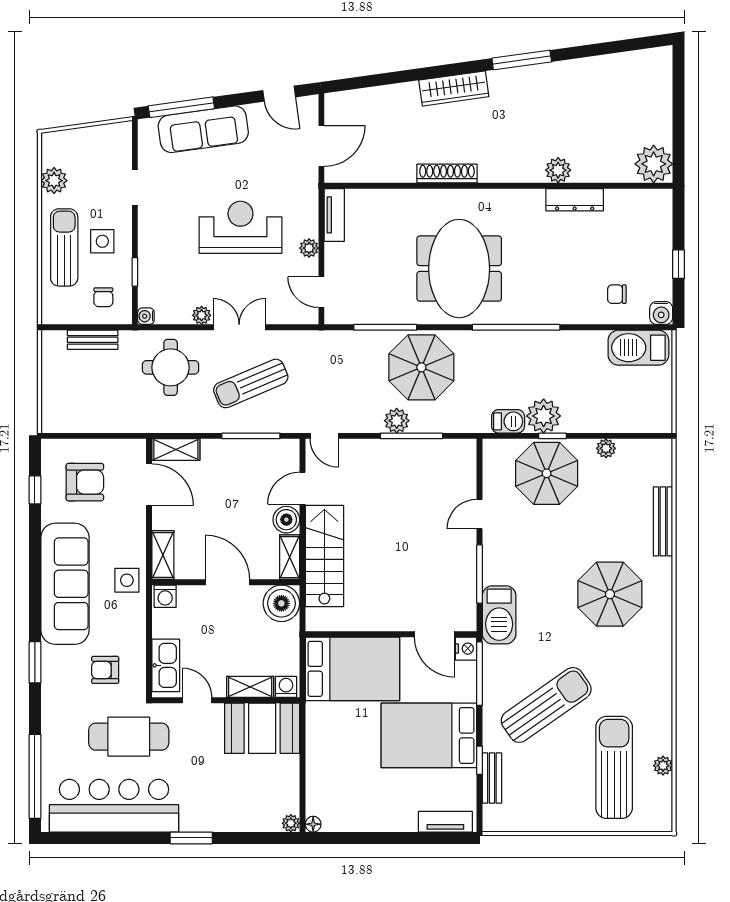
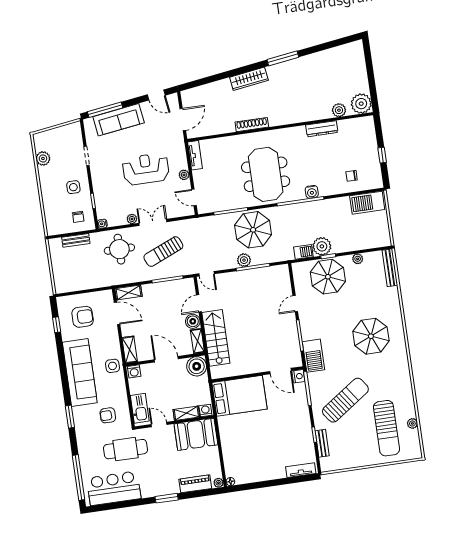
plant: (558, 170) -> (339, 110), moved
sun lounger: (64, 247) -> (54, 193), removed
water cooler: (661, 313) -> (312, 192), moved
bench: (663, 521) -> (390, 268), moved
bed: (429, 735) -> (285, 425), removed
sun lounger: (614, 767) -> (386, 428), turned 180
bar counter: (114, 806) -> (114, 488), width x0.73
piano: (248, 819) -> (195, 484), added

